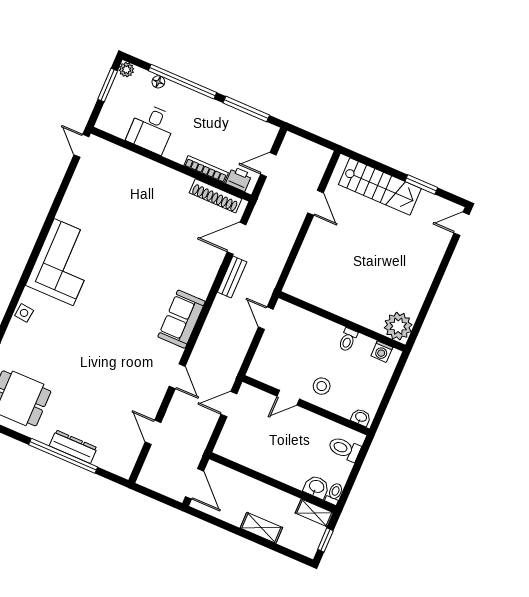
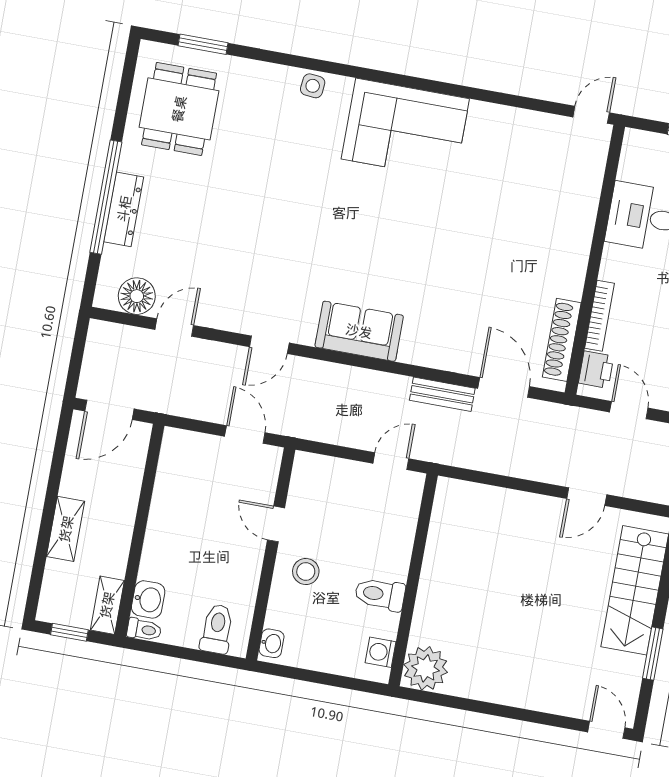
toilet: (348, 340) -> (380, 594), width x1.37, depth x1.39
floor lamp: (128, 451) -> (137, 296), added

